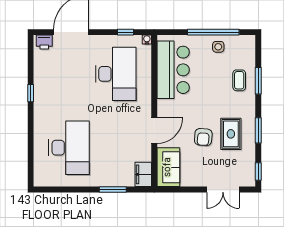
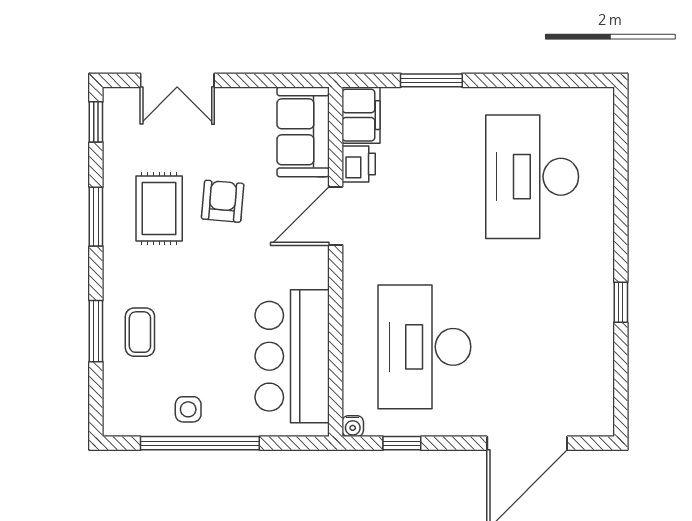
printer: (44, 42) -> (359, 164), moved, turned 90
double door: (223, 190) -> (177, 80), swing flipped

